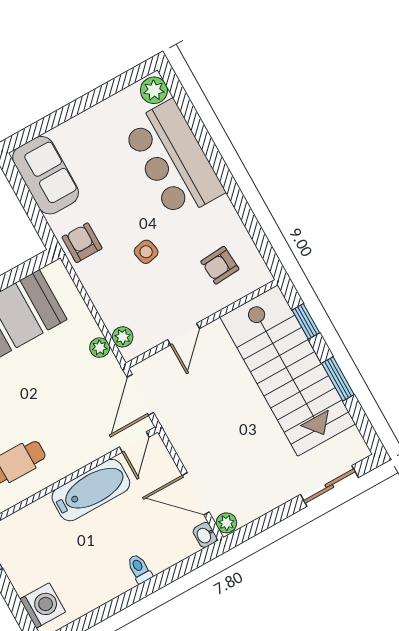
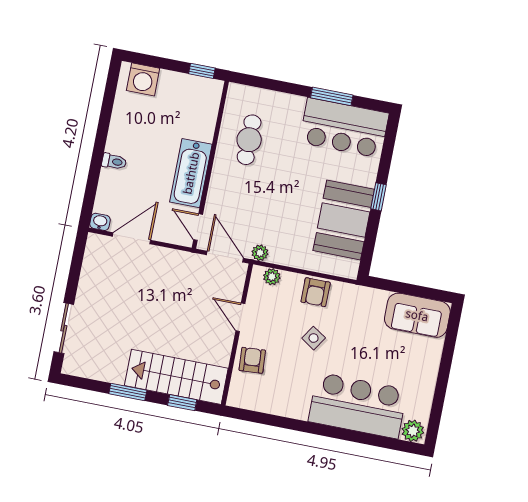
armchair: (82, 243) -> (316, 292), moved, turned 90
side table: (146, 252) -> (314, 338), turned 45
armchair: (220, 265) -> (252, 360), moved
plant: (100, 348) -> (260, 253), moved
stairs: (288, 370) -> (176, 377), width x0.73, depth x0.66
plant: (226, 523) -> (96, 242), removed

